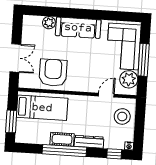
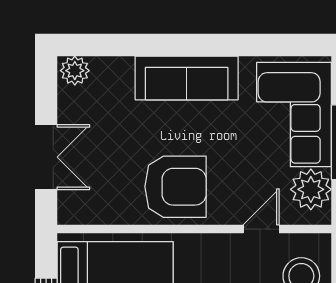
plant: (49, 23) -> (75, 71), moved
armchair: (53, 73) -> (176, 187), moved, turned 90

